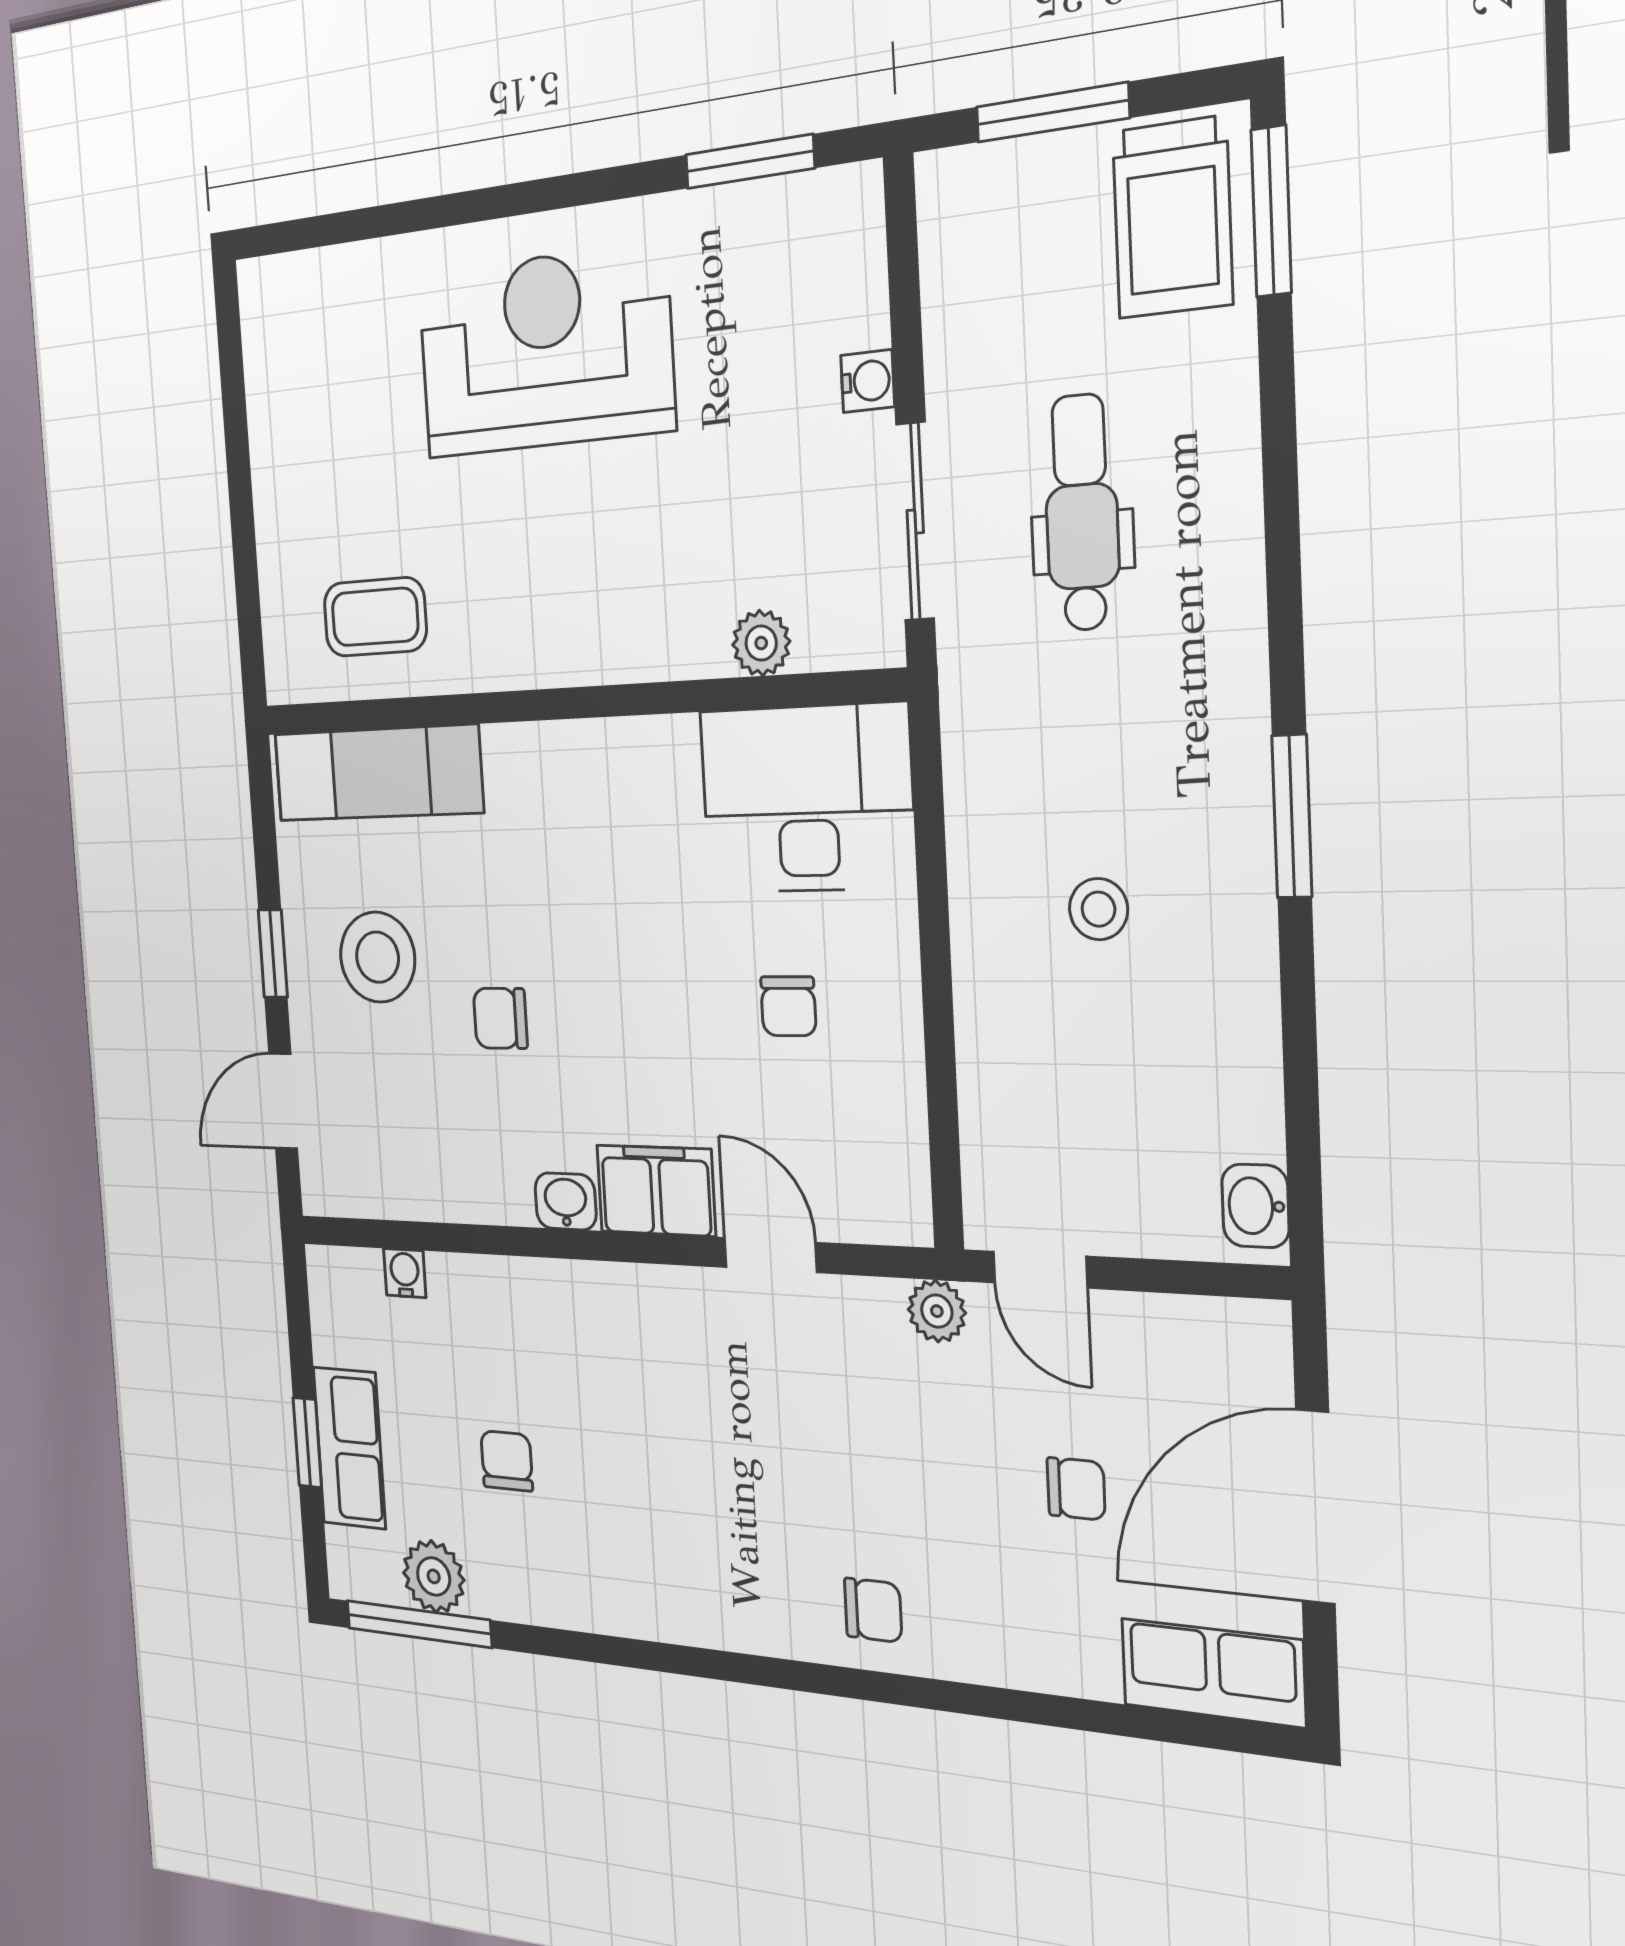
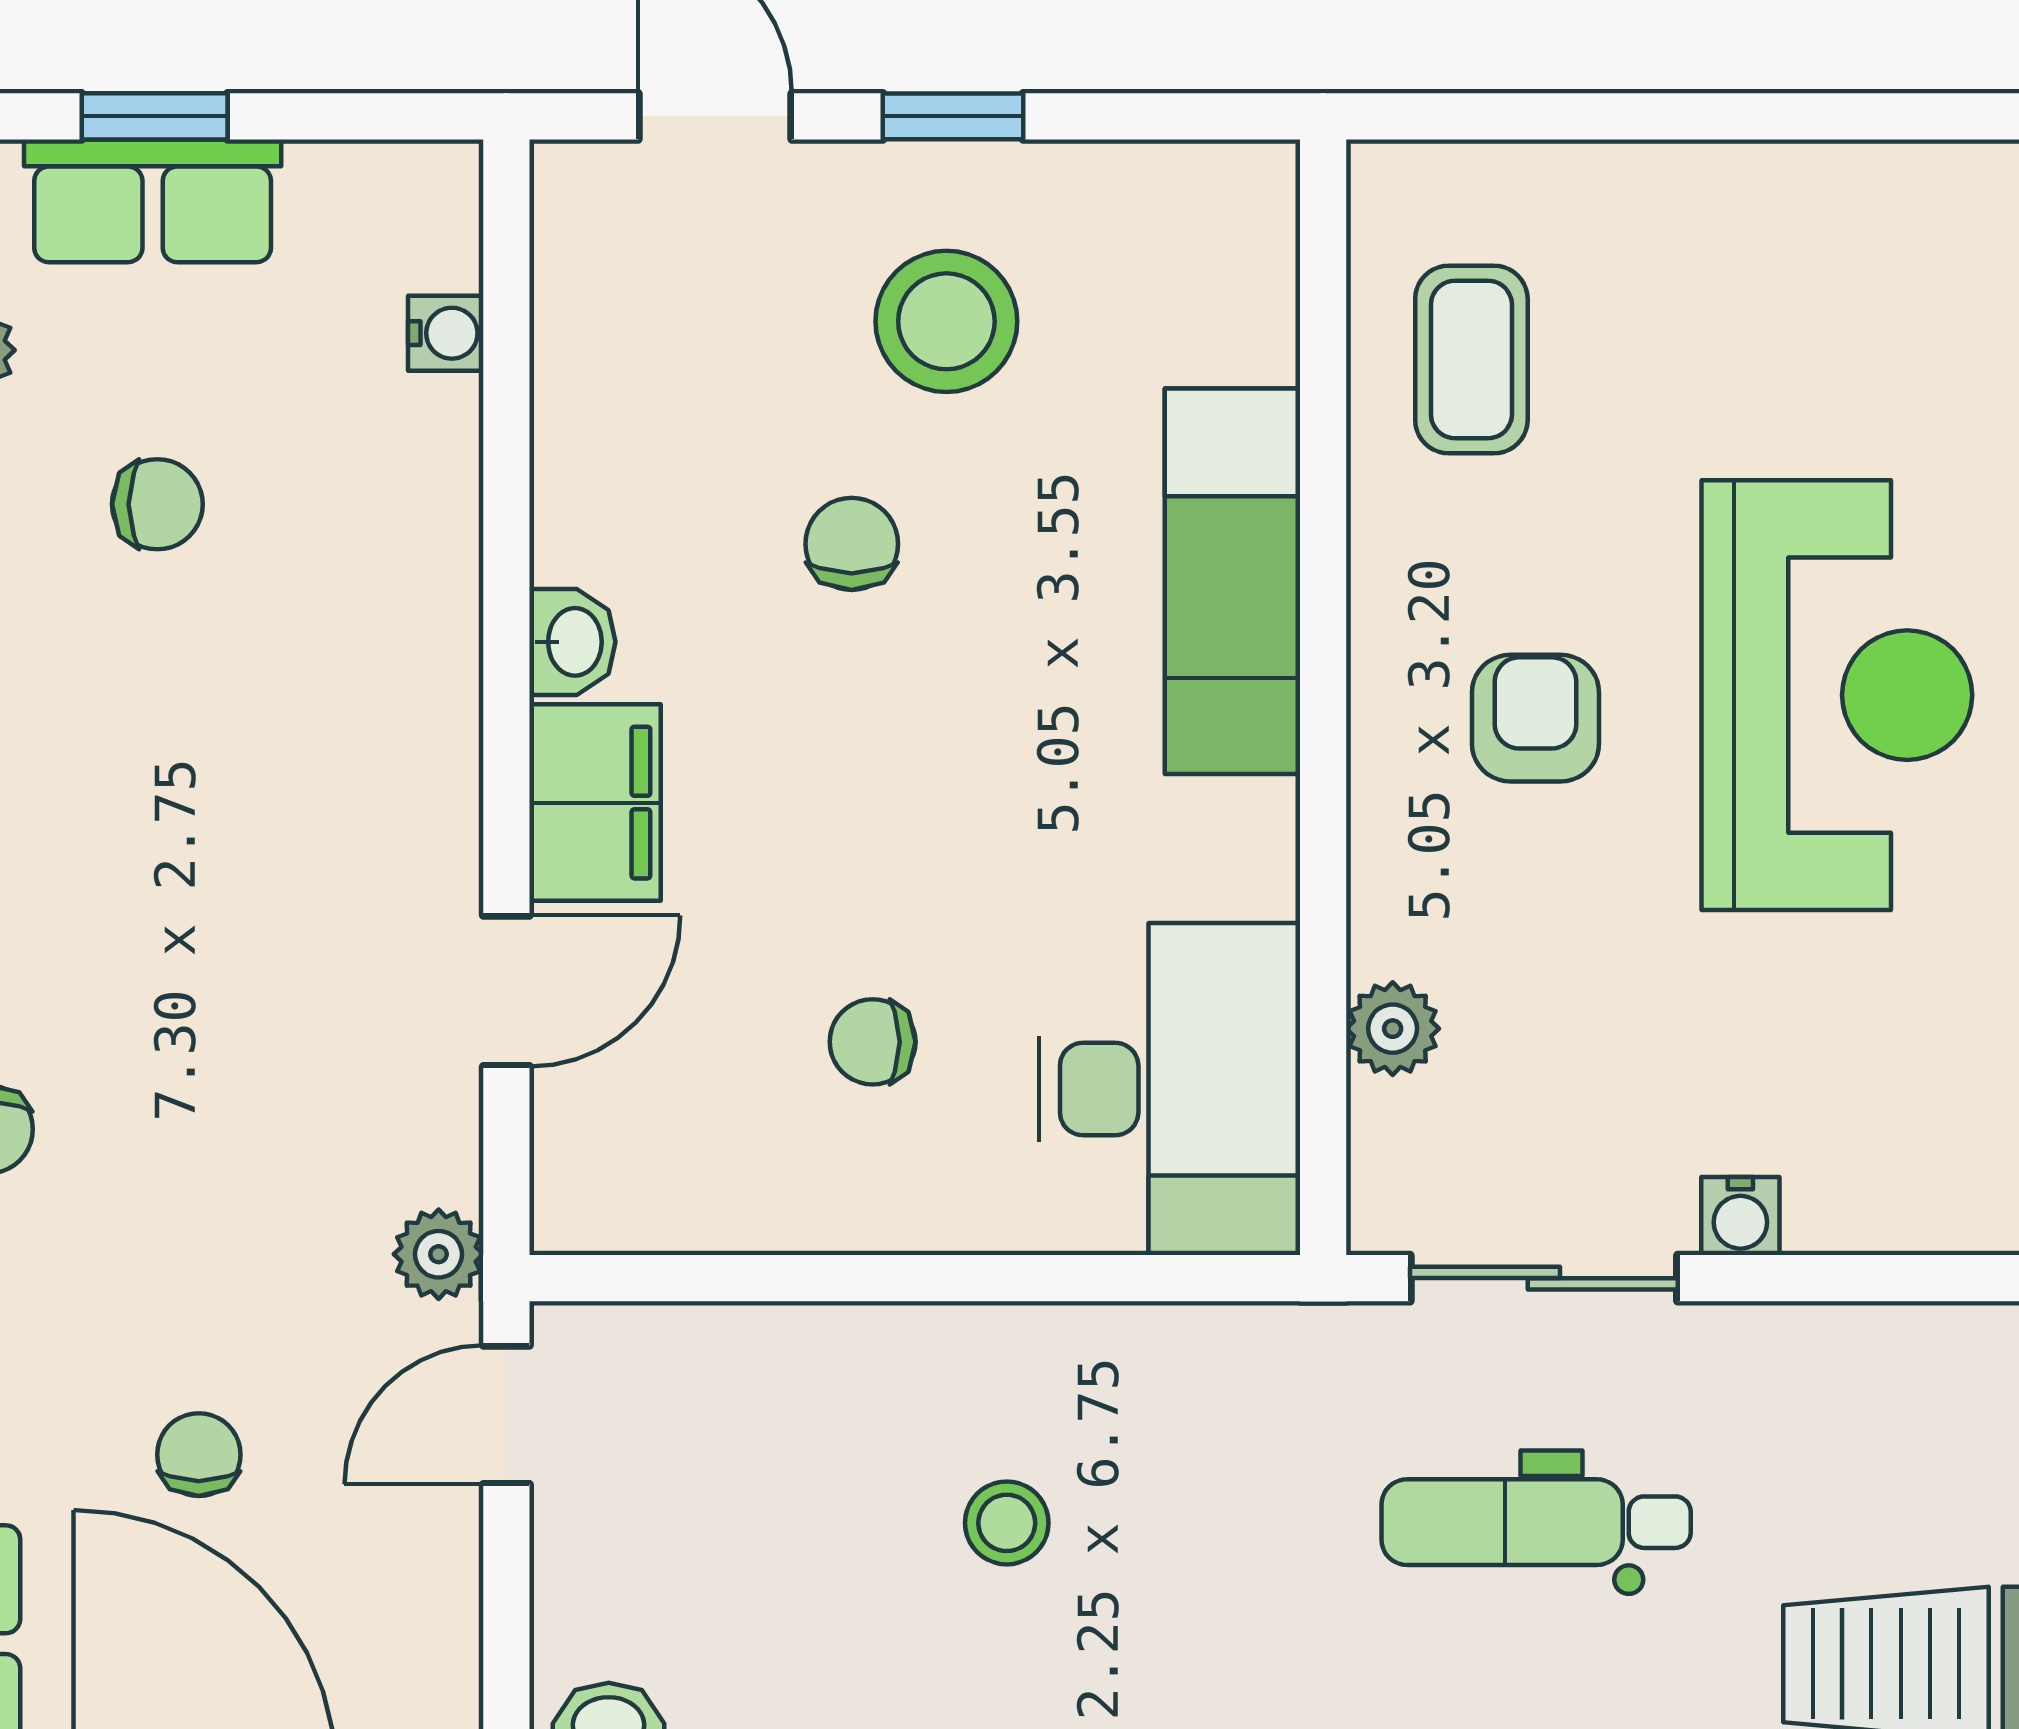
dental chair: (1082, 513) -> (1536, 1522), turned 180
armchair: (570, 558) -> (1535, 718), added
exam couch: (378, 773) -> (1232, 581), moved
chair: (1076, 1489) -> (199, 1455), turned 180

